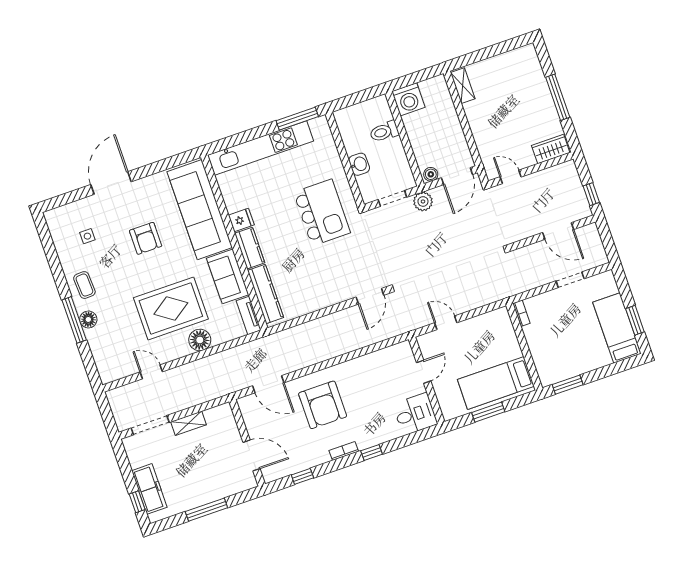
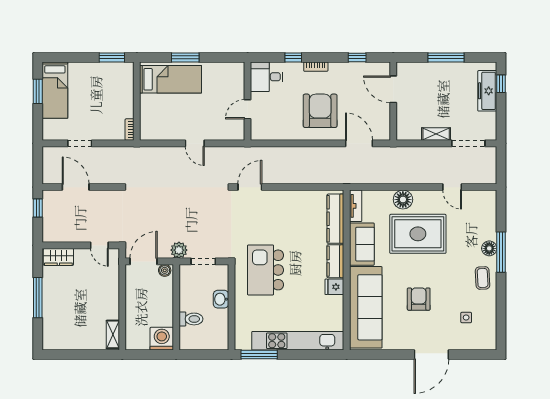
door: (424, 372) -> (248, 109), moved
wall: (427, 381) -> (248, 101), moved
desk: (415, 414) -> (267, 77), moved

